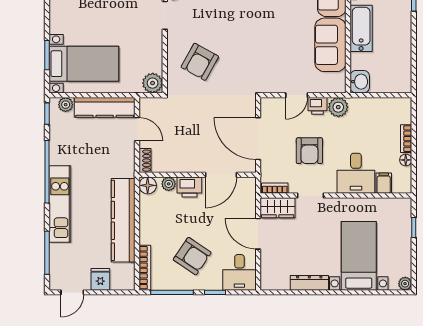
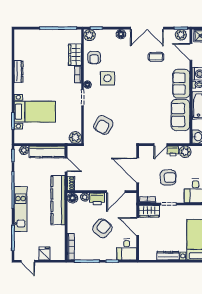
bed with nightstands: (84, 64) -> (35, 112), moved
armchair: (309, 151) -> (168, 177), turned -90
kitchen counter: (123, 220) -> (58, 200), moved
armchair: (192, 256) -> (102, 228), moved, turned -85
door: (72, 292) -> (28, 261), hinge flipped

